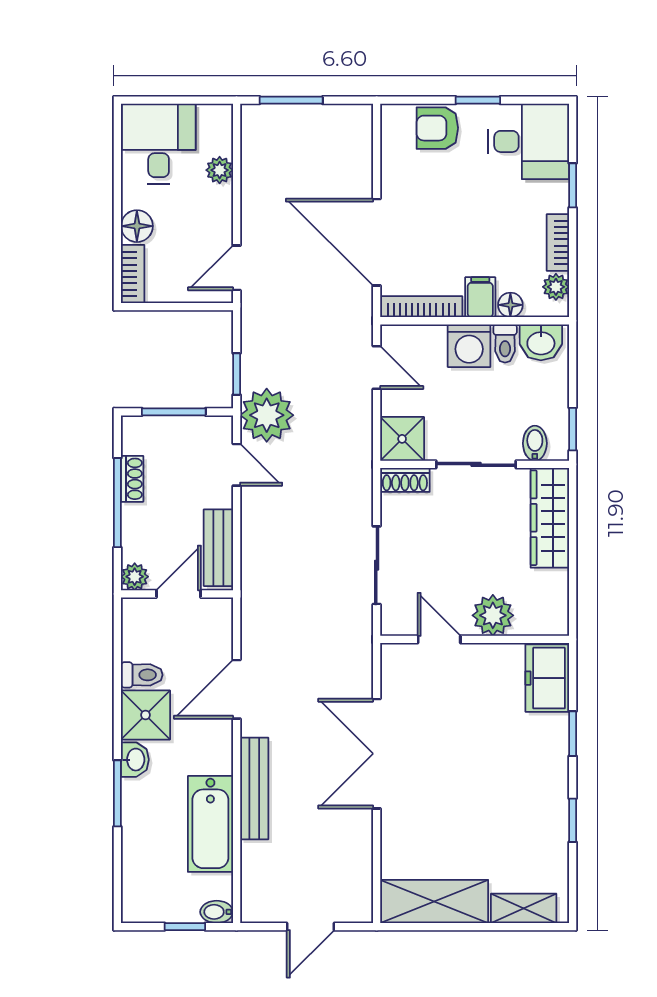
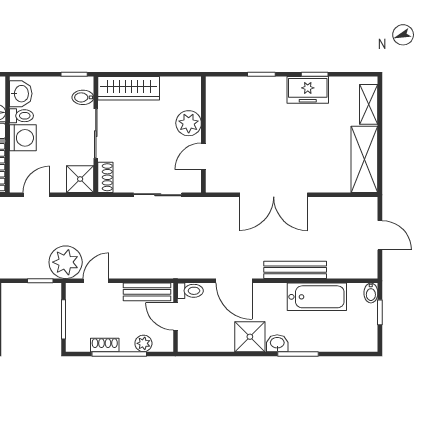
plant: (135, 577) -> (143, 343), moved
toilet: (142, 675) -> (190, 291), moved, turned 90
freezer: (547, 678) -> (308, 90), moved

